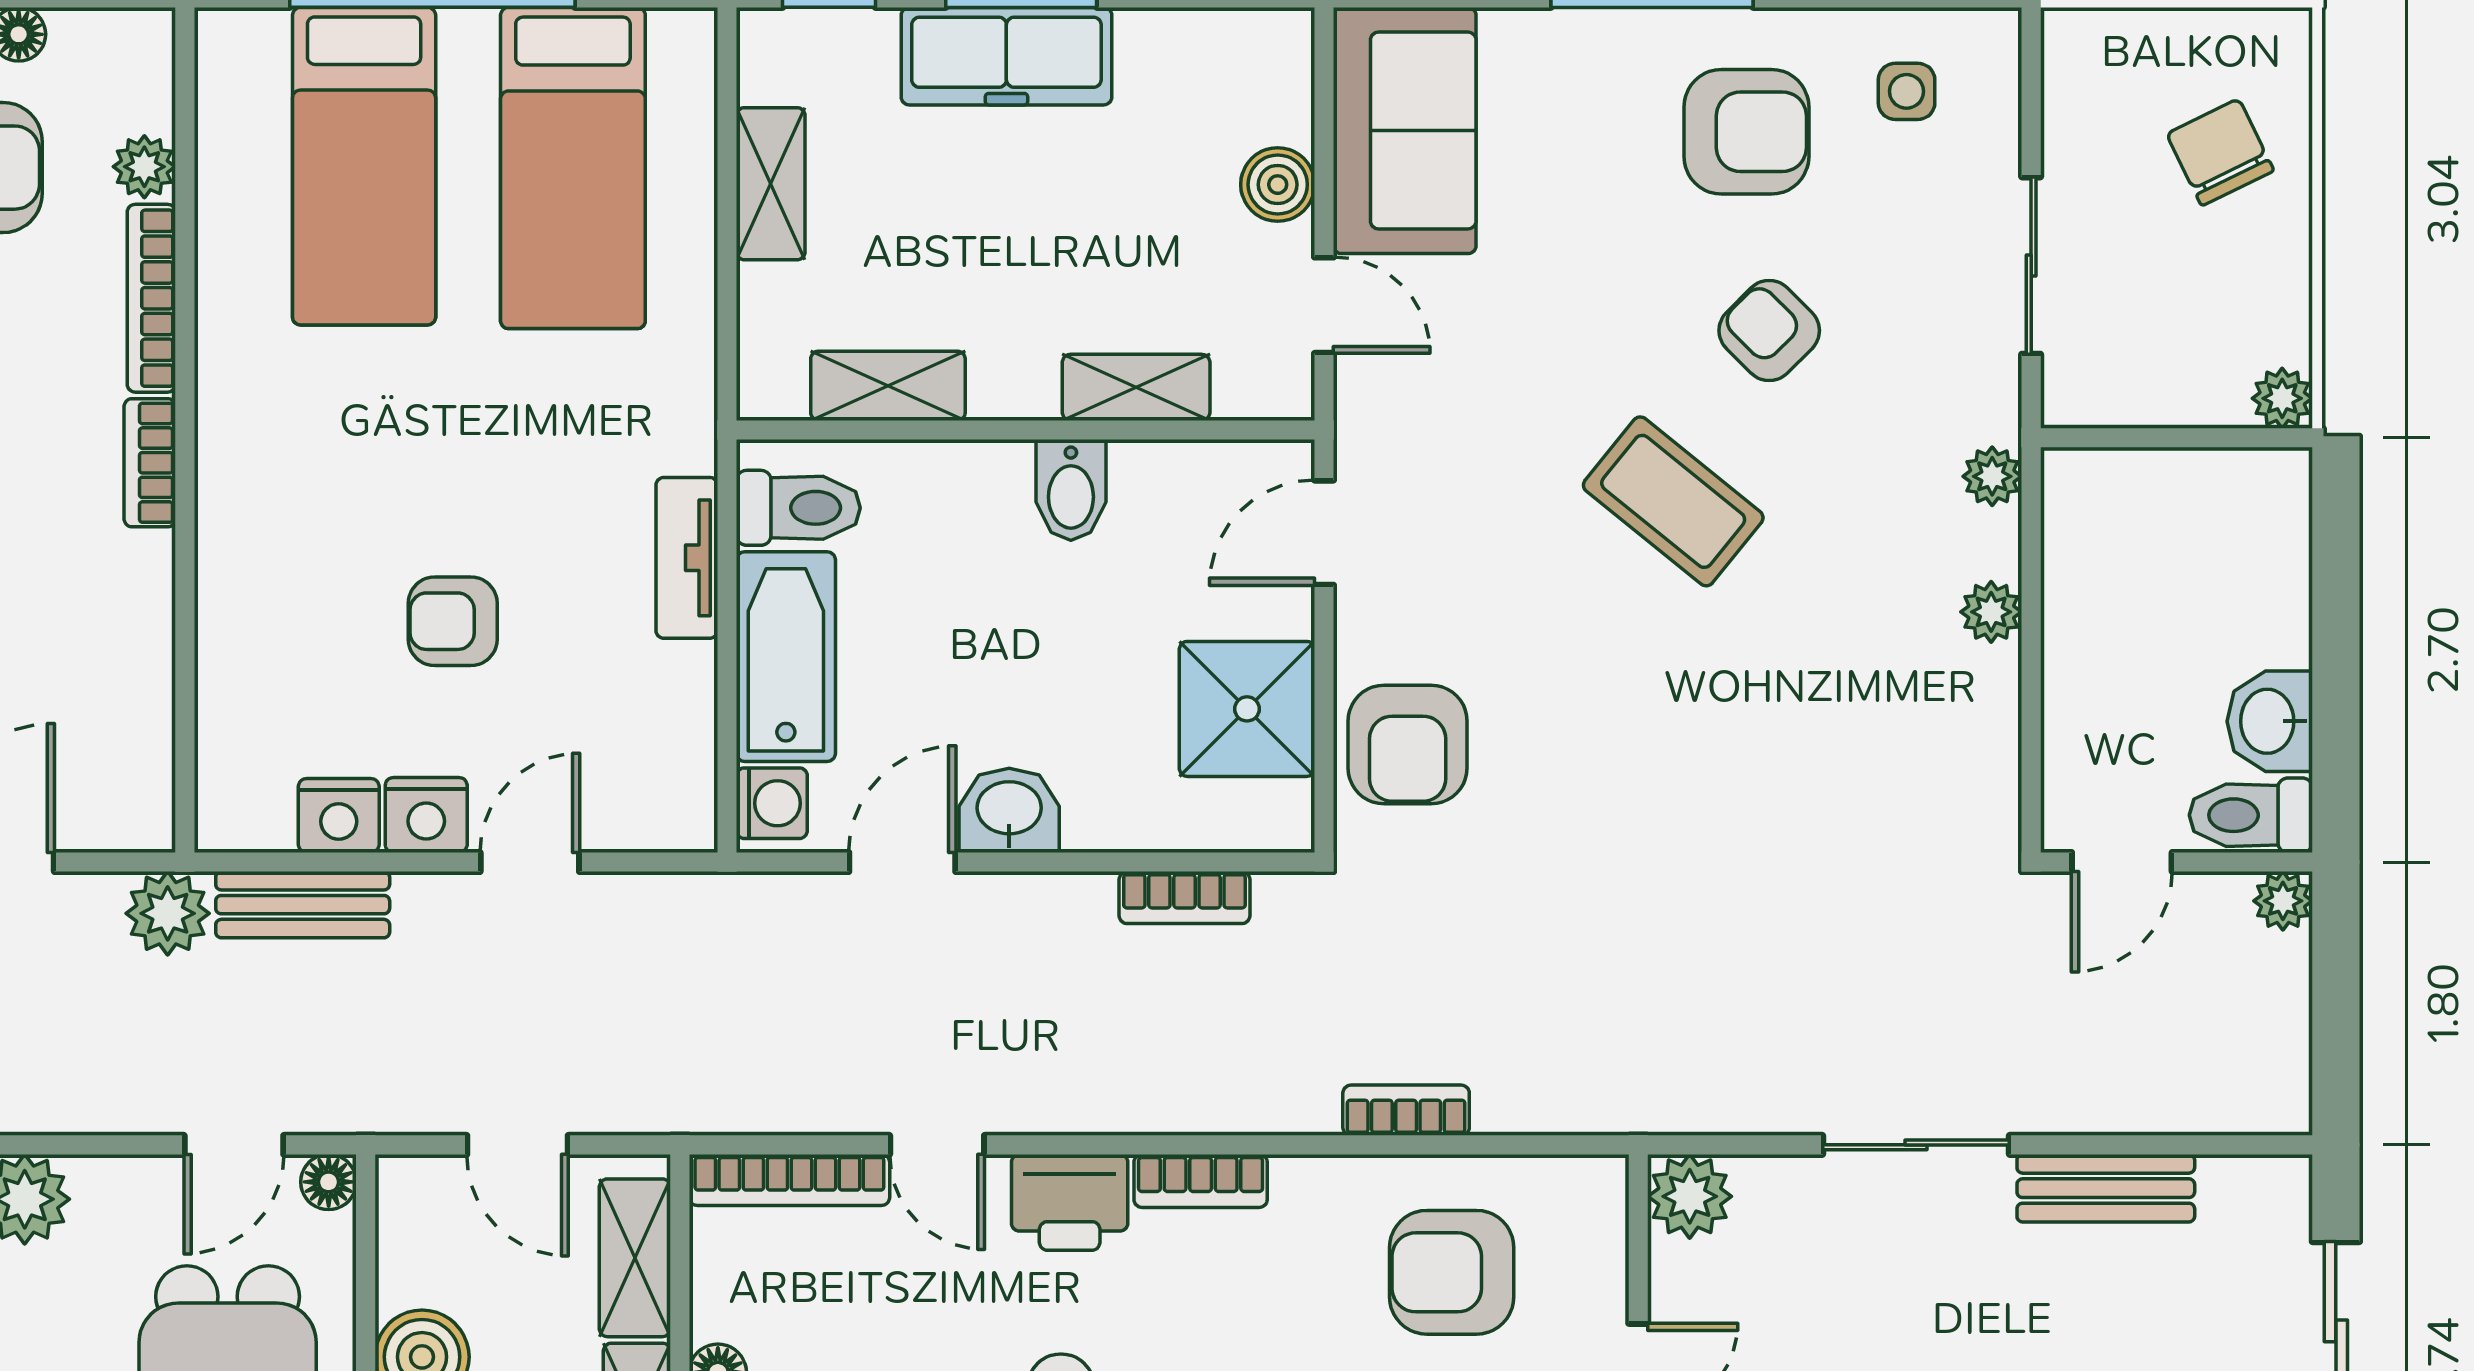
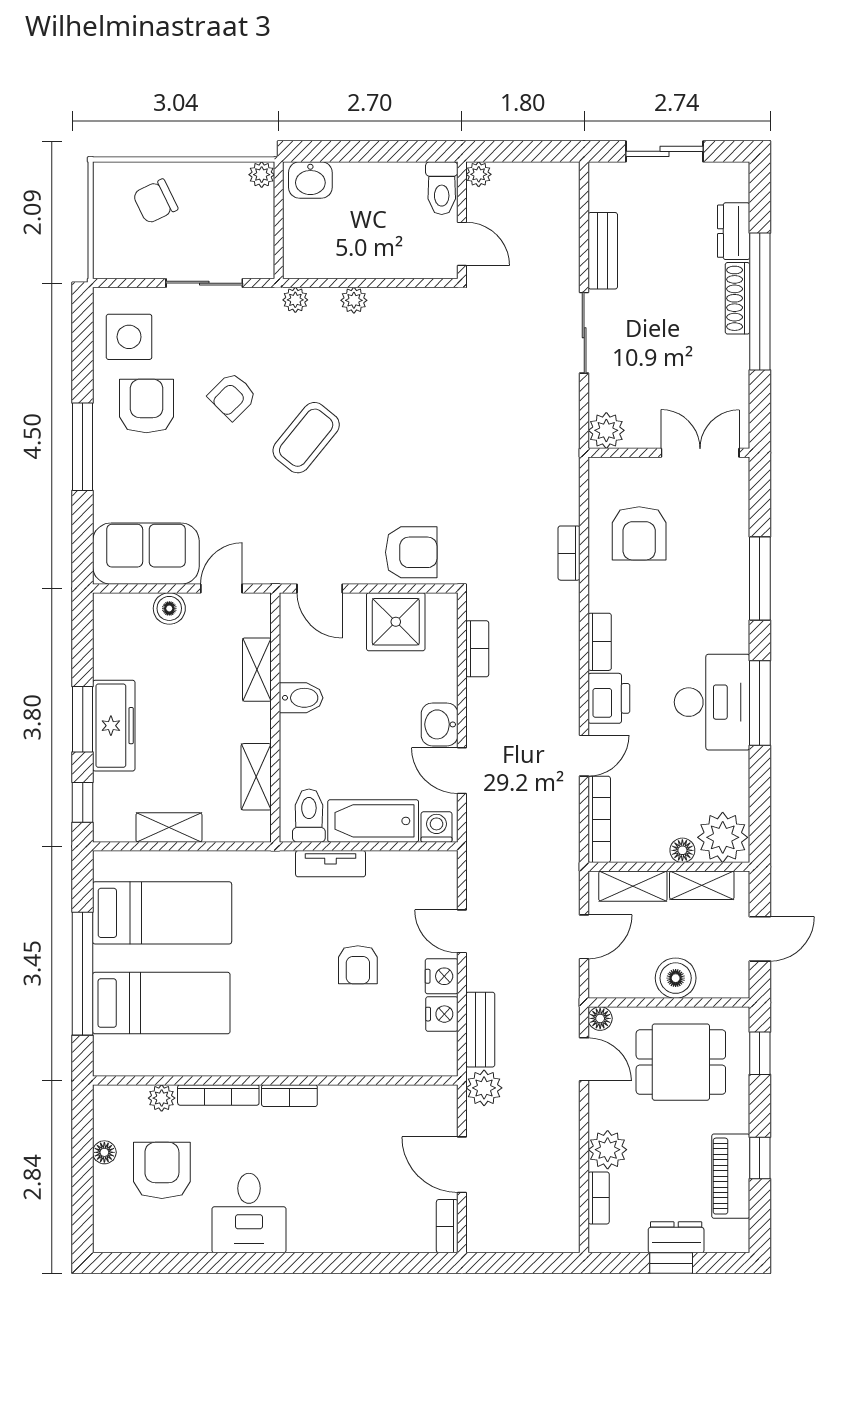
side table: (1907, 91) -> (129, 337), width x1.87, depth x1.87
washbasin: (2270, 721) -> (310, 180), moved

